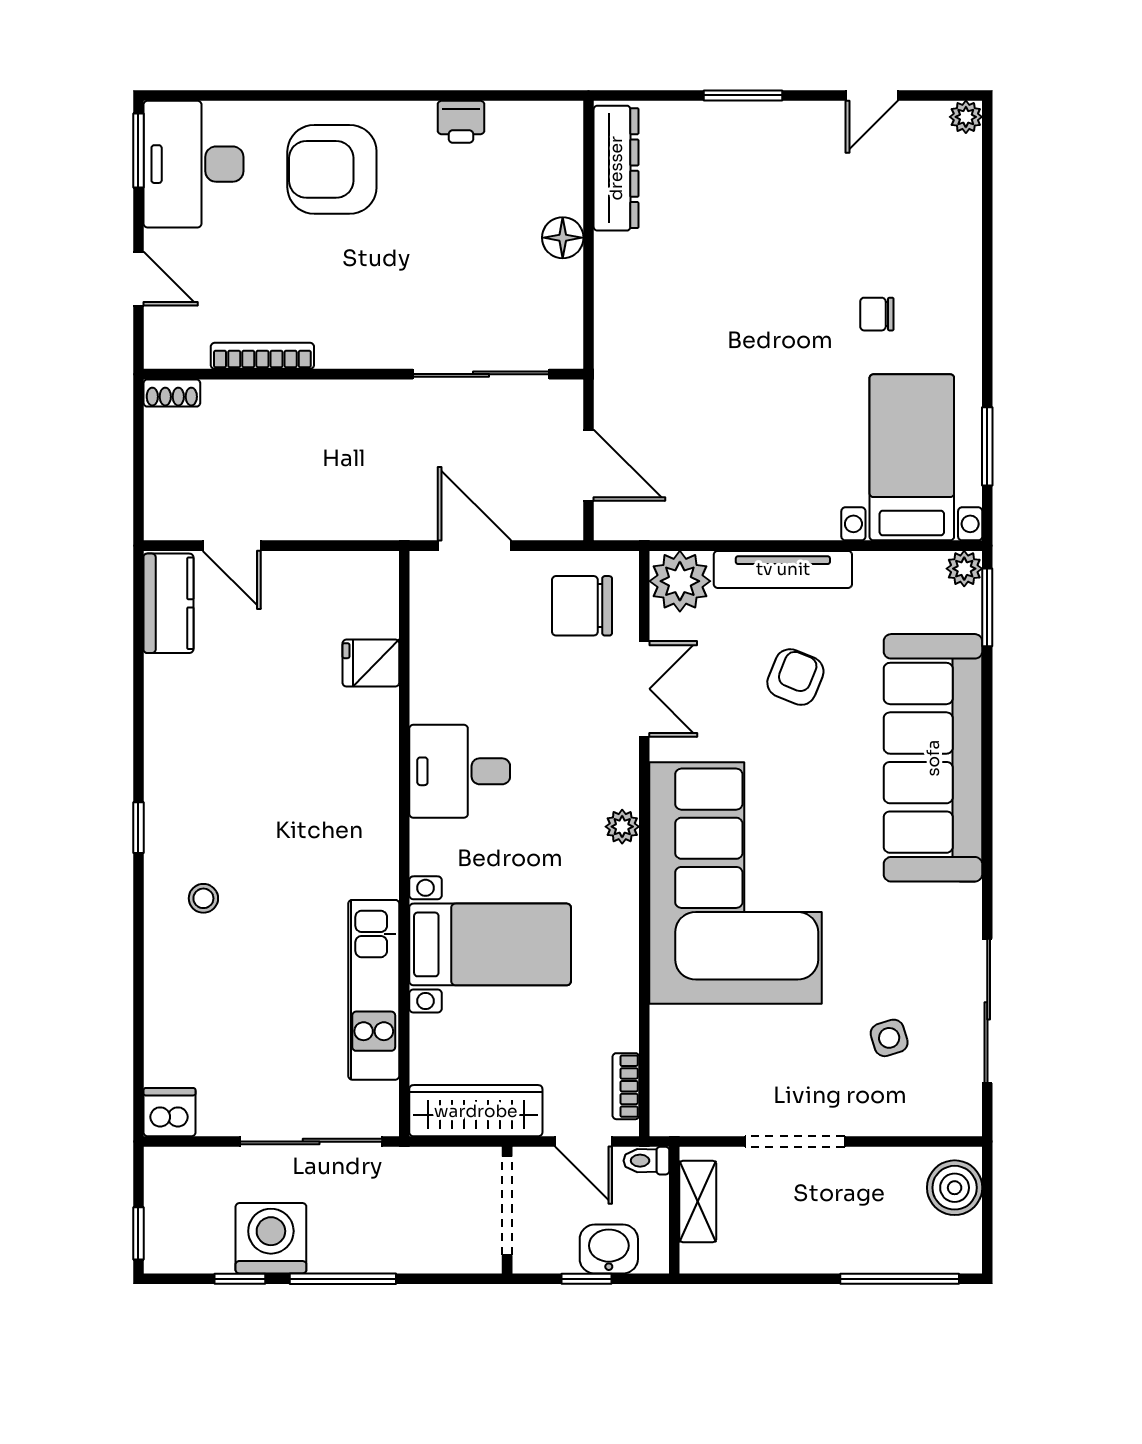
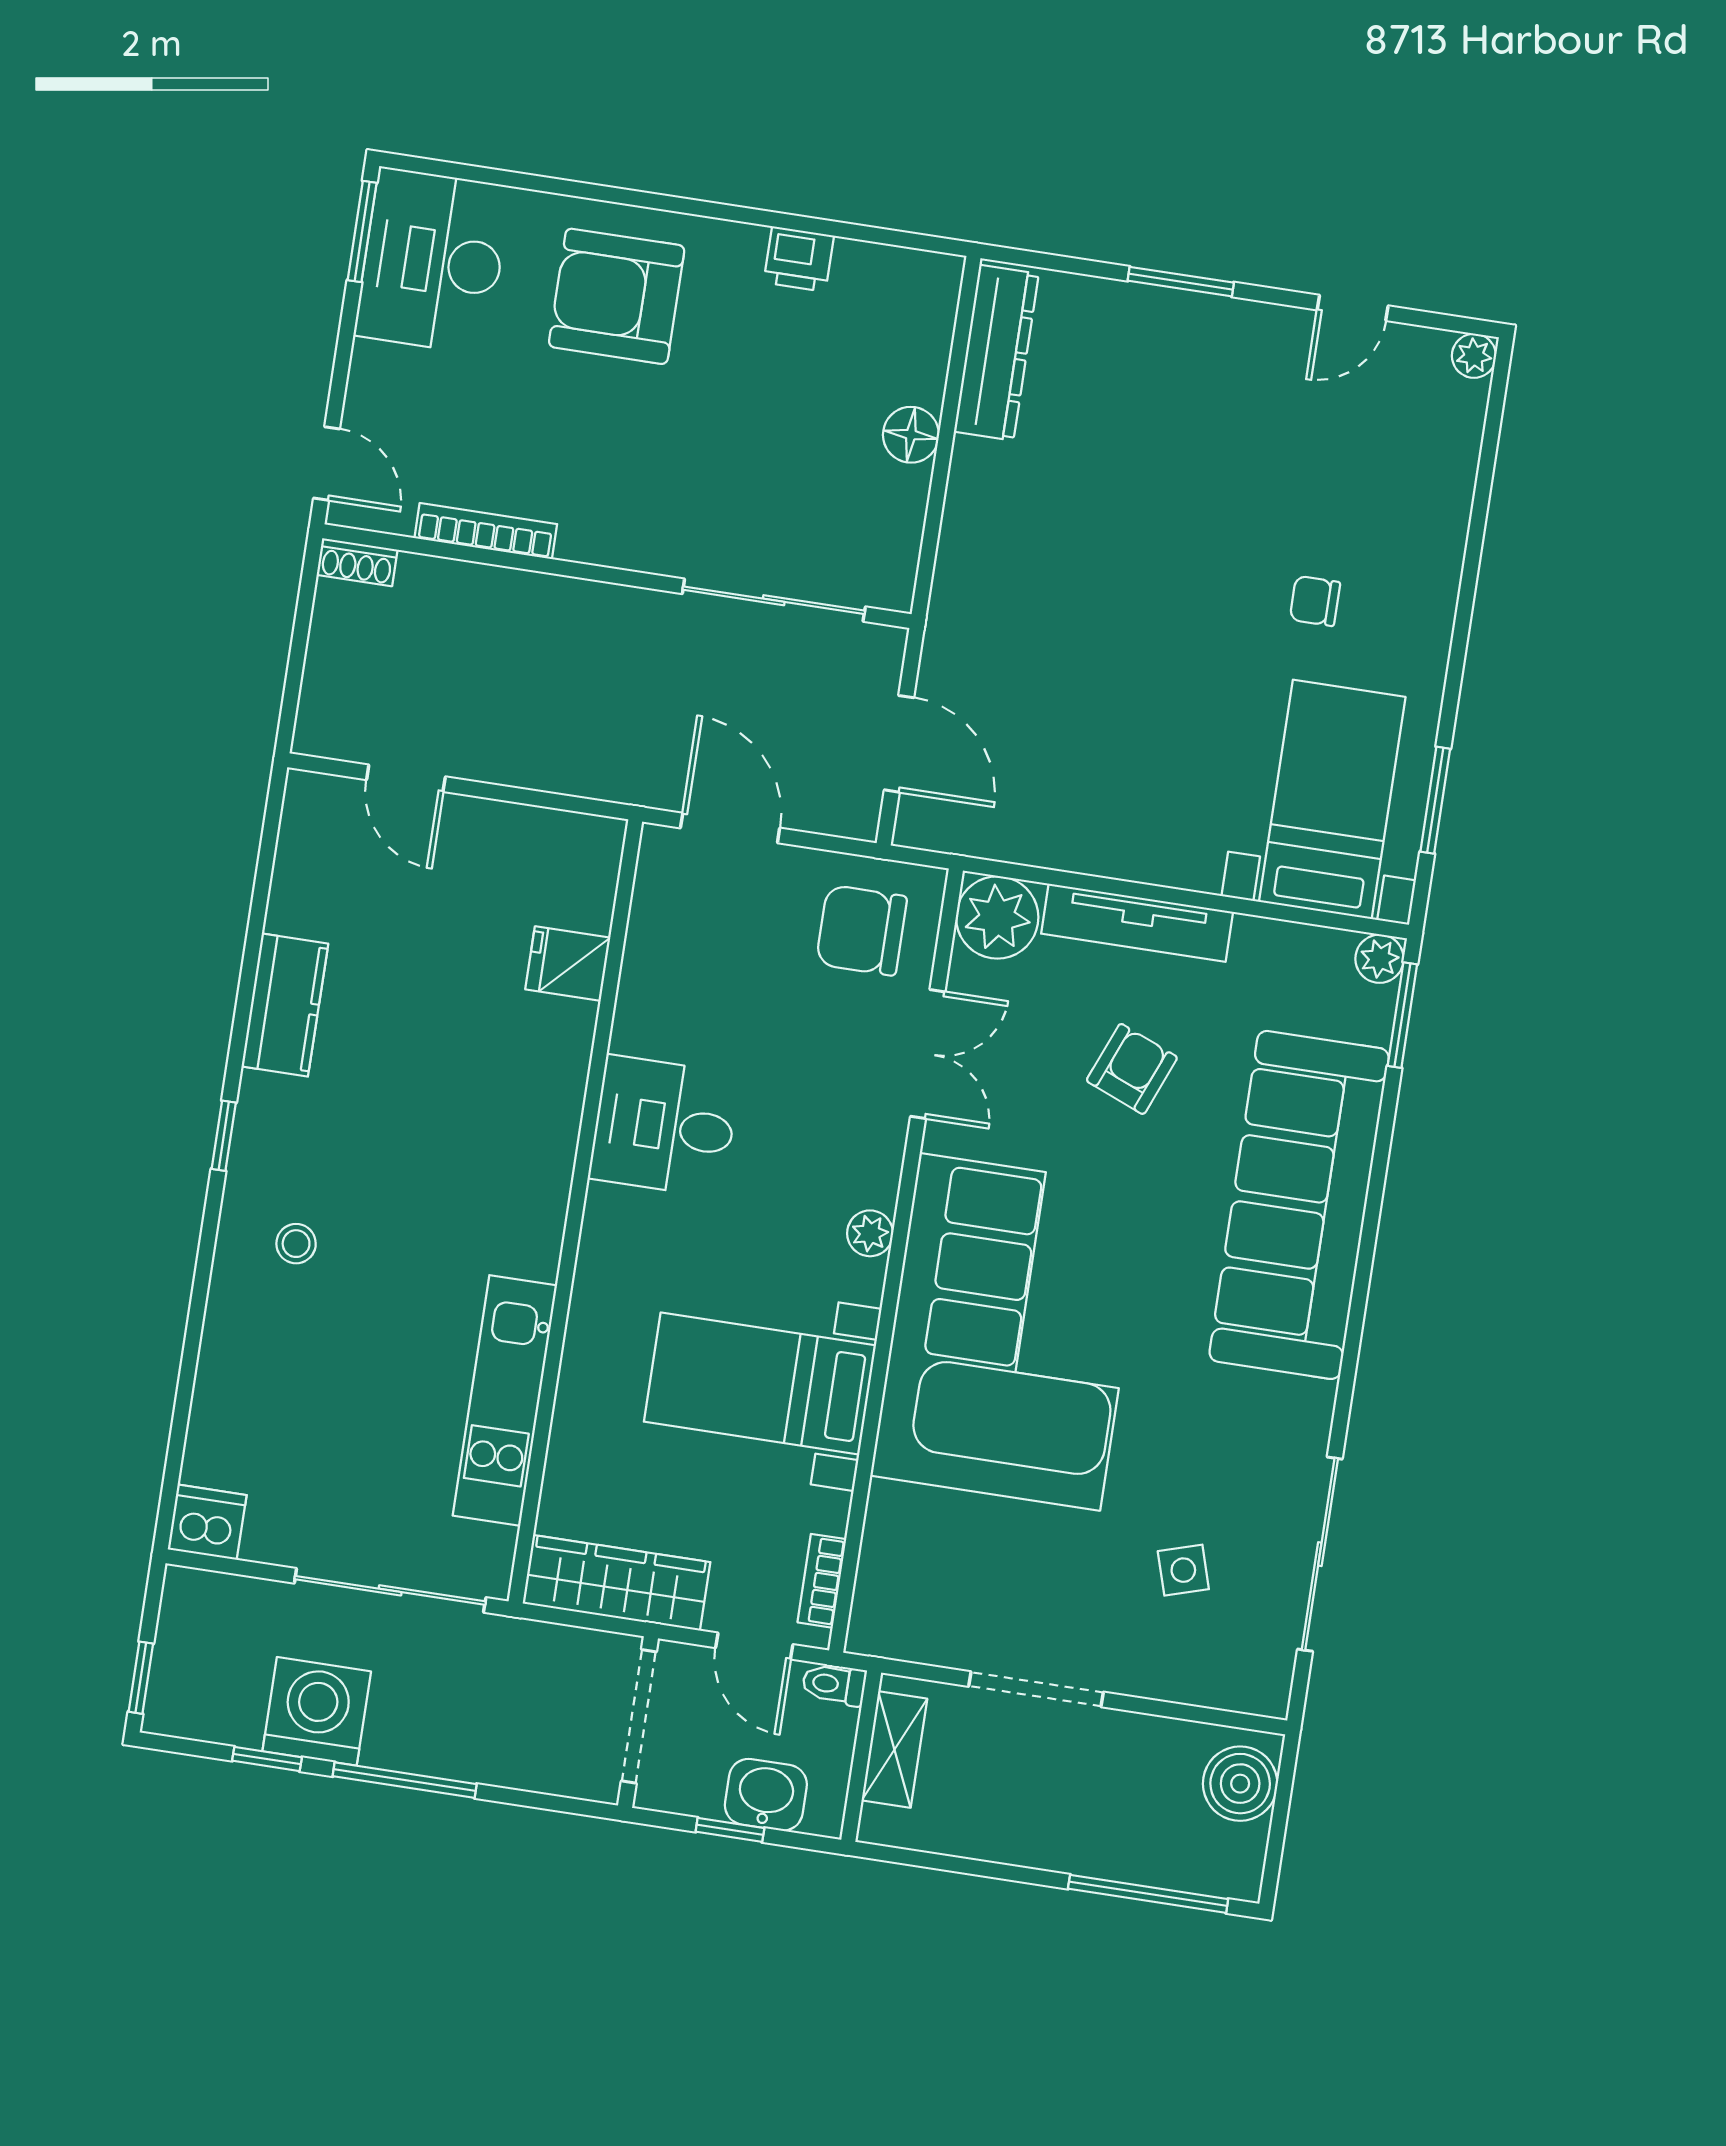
door: (138, 279) -> (327, 463), moved
kitchen counter: (168, 603) -> (285, 1005), moved
bed with nightstands: (490, 944) -> (760, 1384), moved, turned 180

